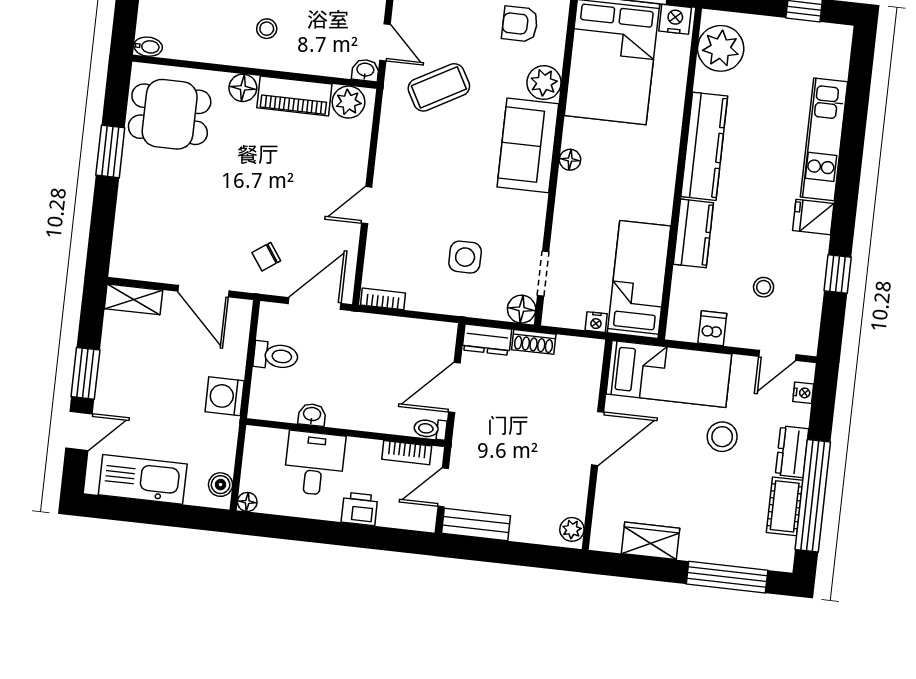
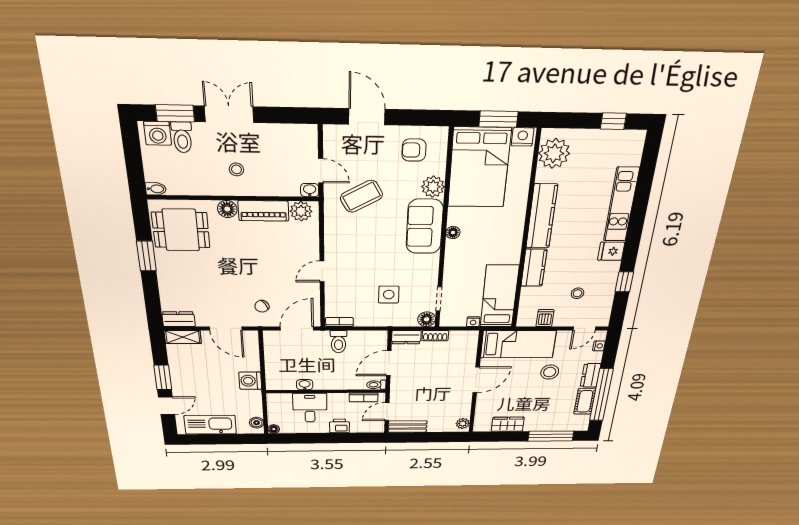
dresser: (134, 266) -> (179, 319), added
toilet: (276, 356) -> (339, 342), moved, turned 90

